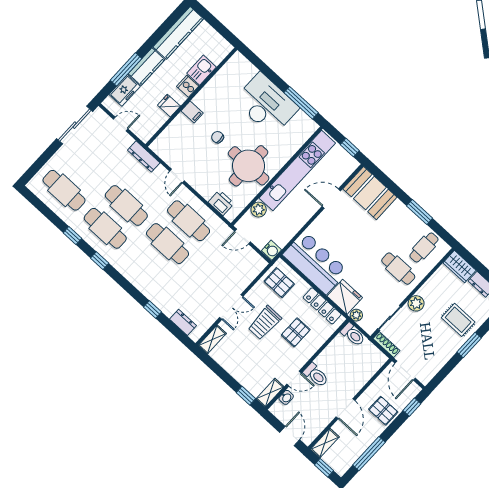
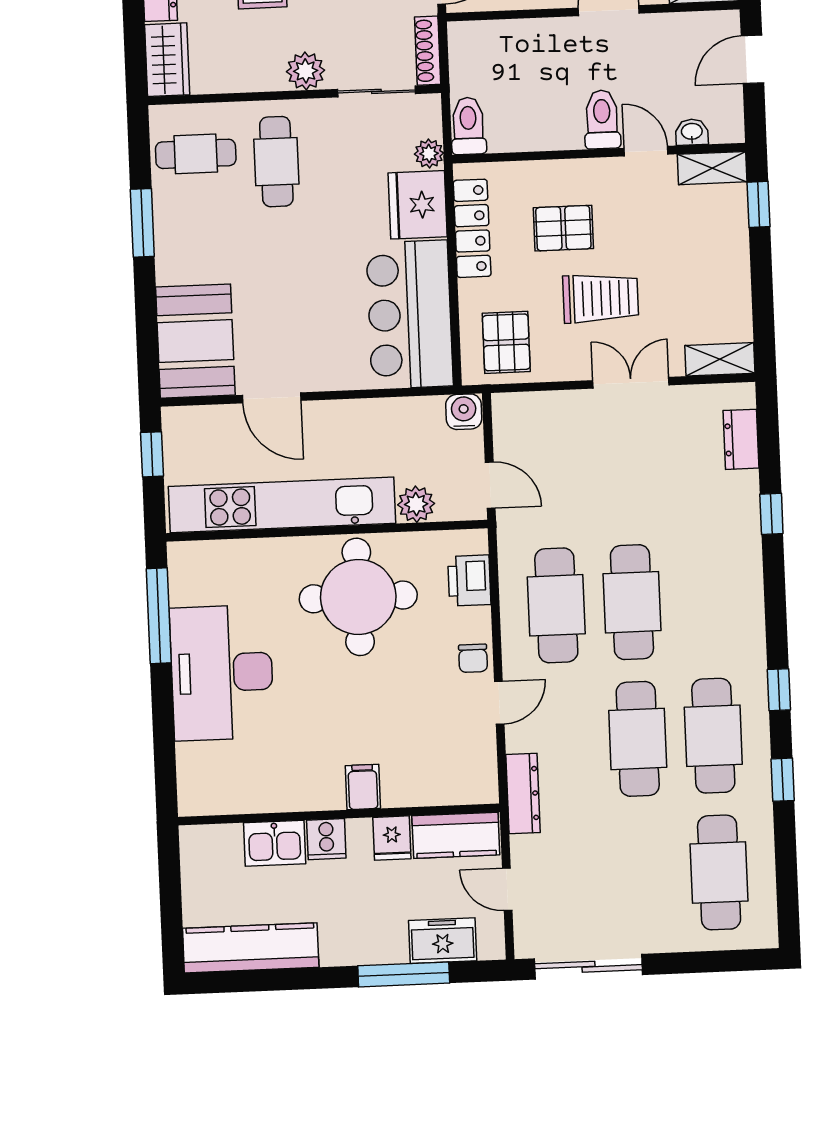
kitchen counter: (147, 67) -> (456, 835), moved, turned 180
chair: (218, 137) -> (473, 658), moved

